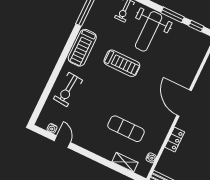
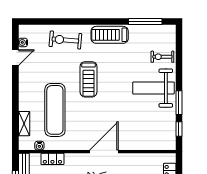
treadmill: (122, 63) -> (88, 79), moved
exercise mat: (126, 129) -> (55, 110), width x1.36, depth x1.45
locker: (175, 140) -> (52, 159), moved

